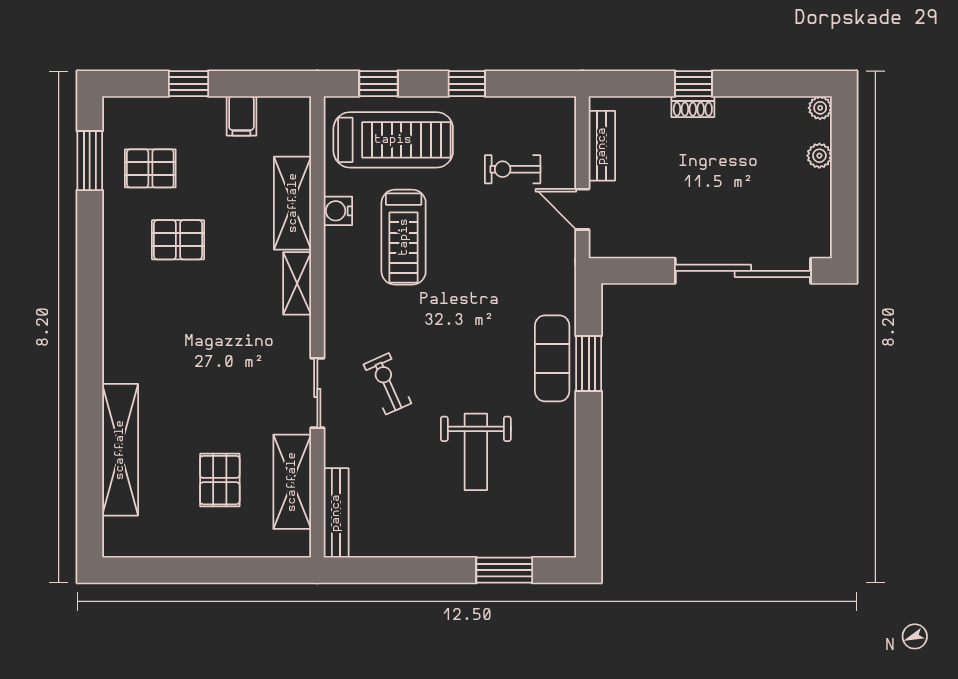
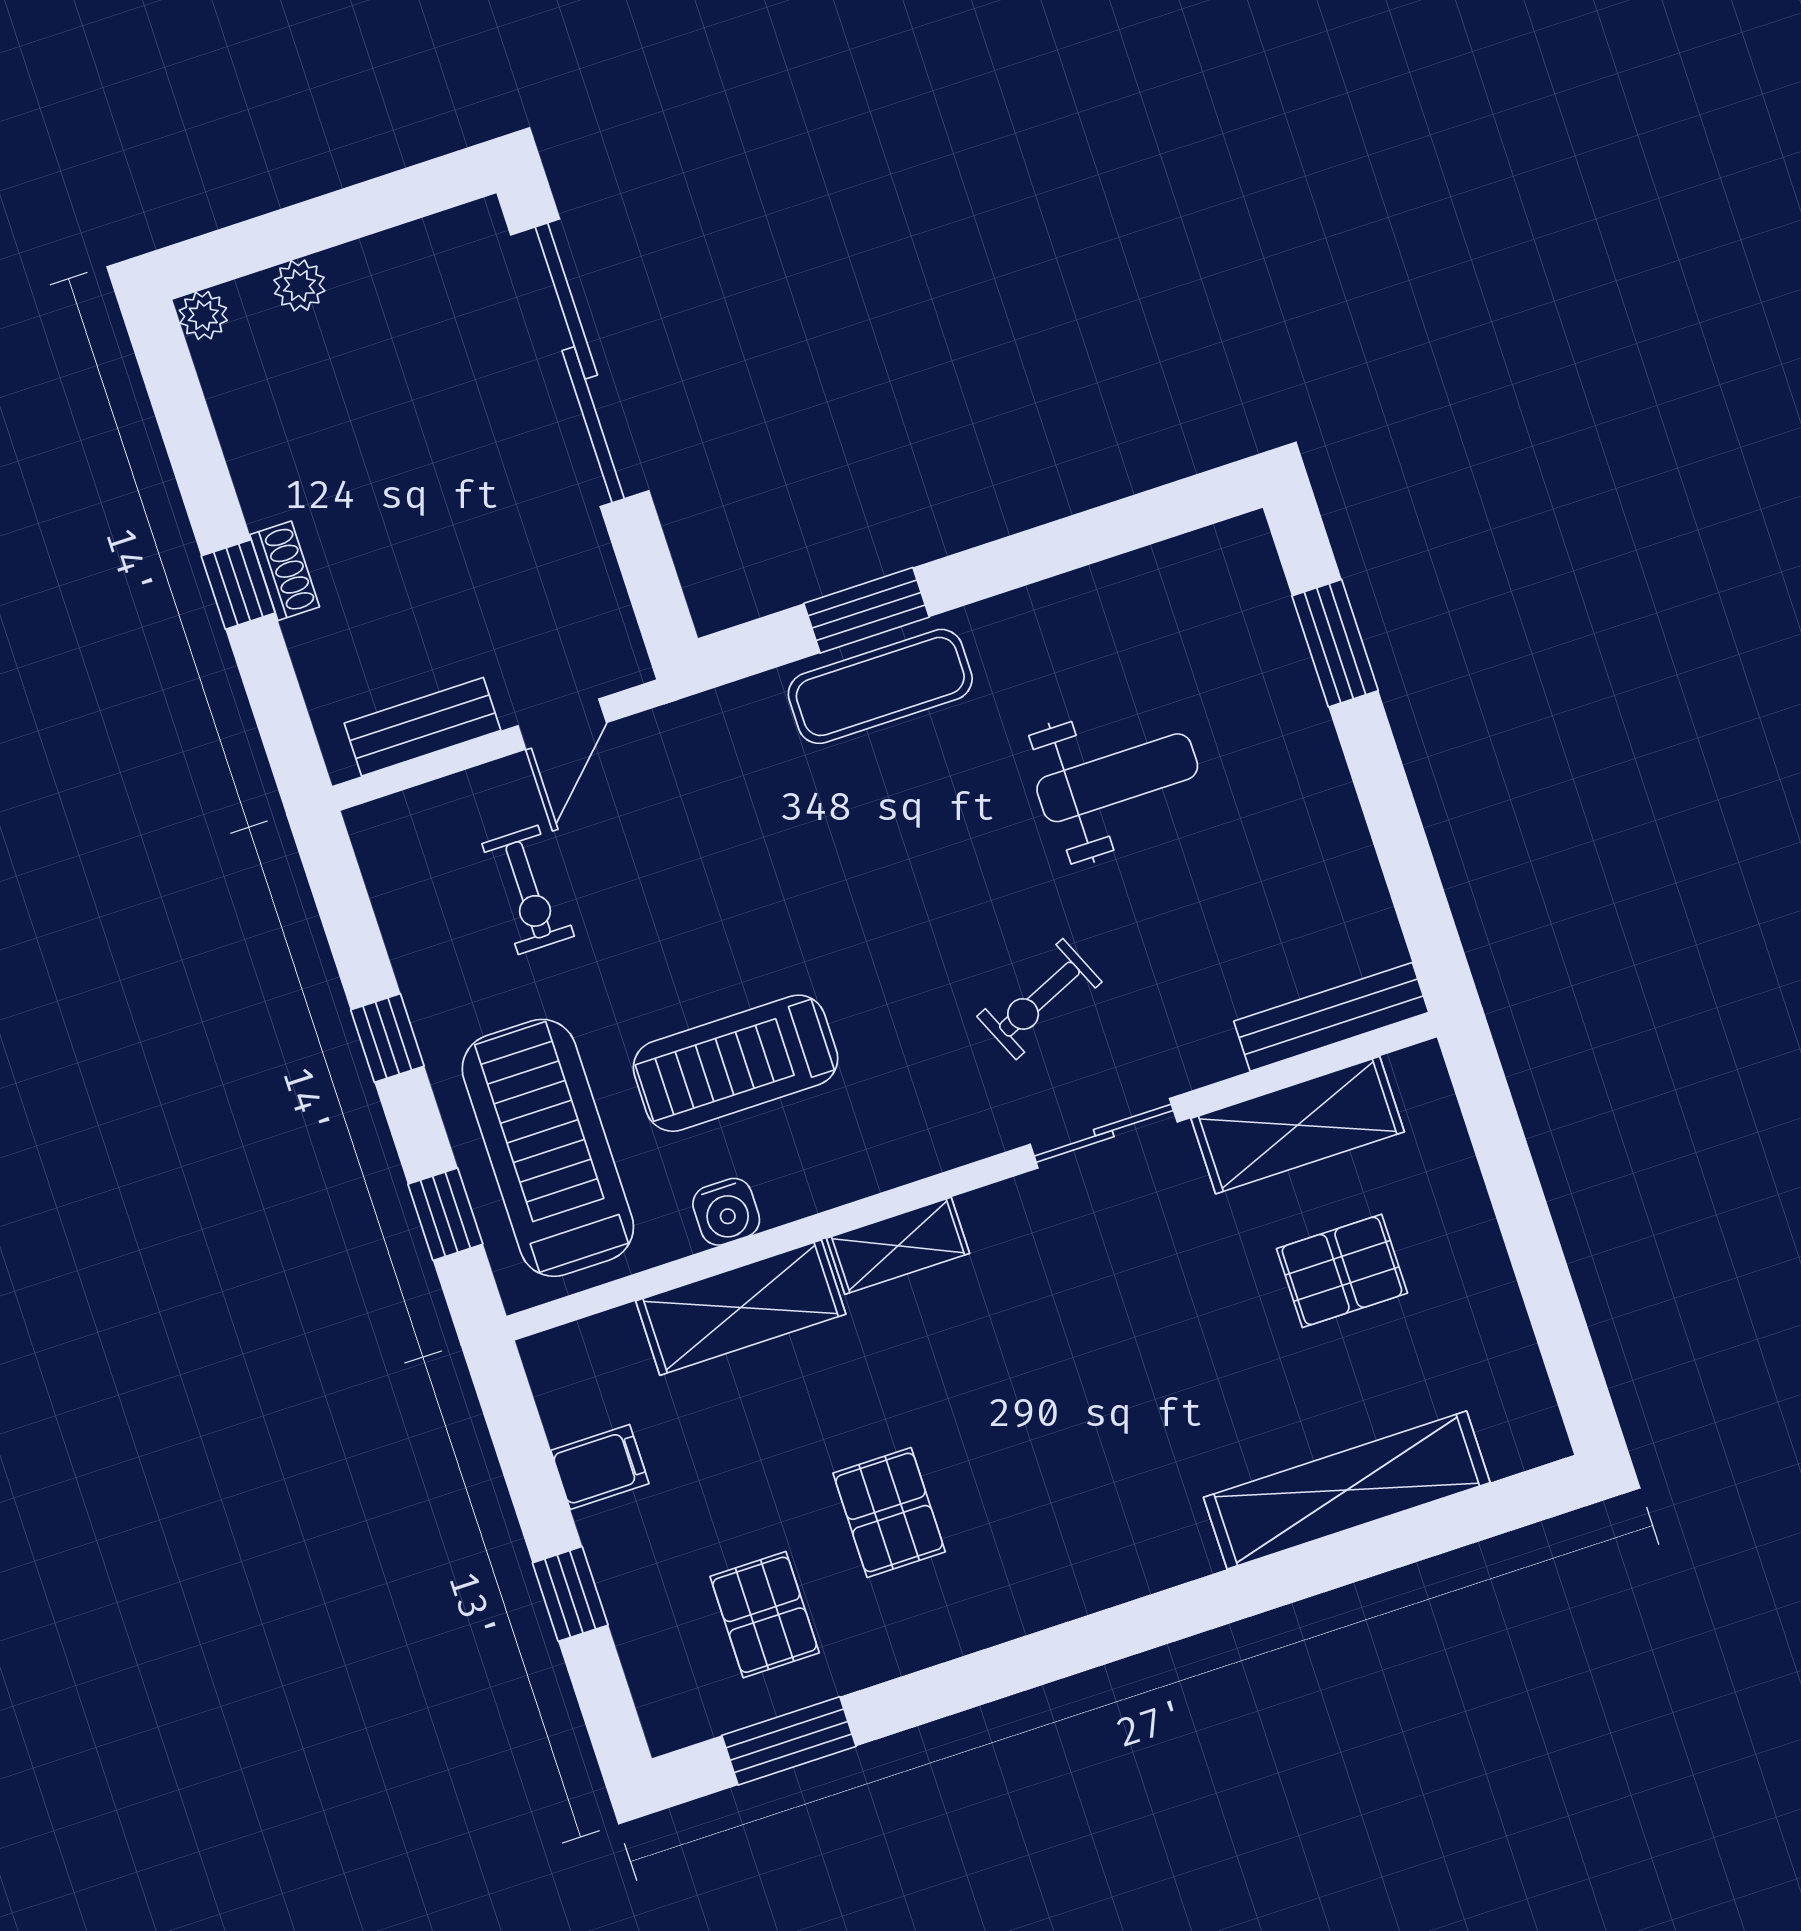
treadmill: (404, 237) -> (736, 1063), turned 180

